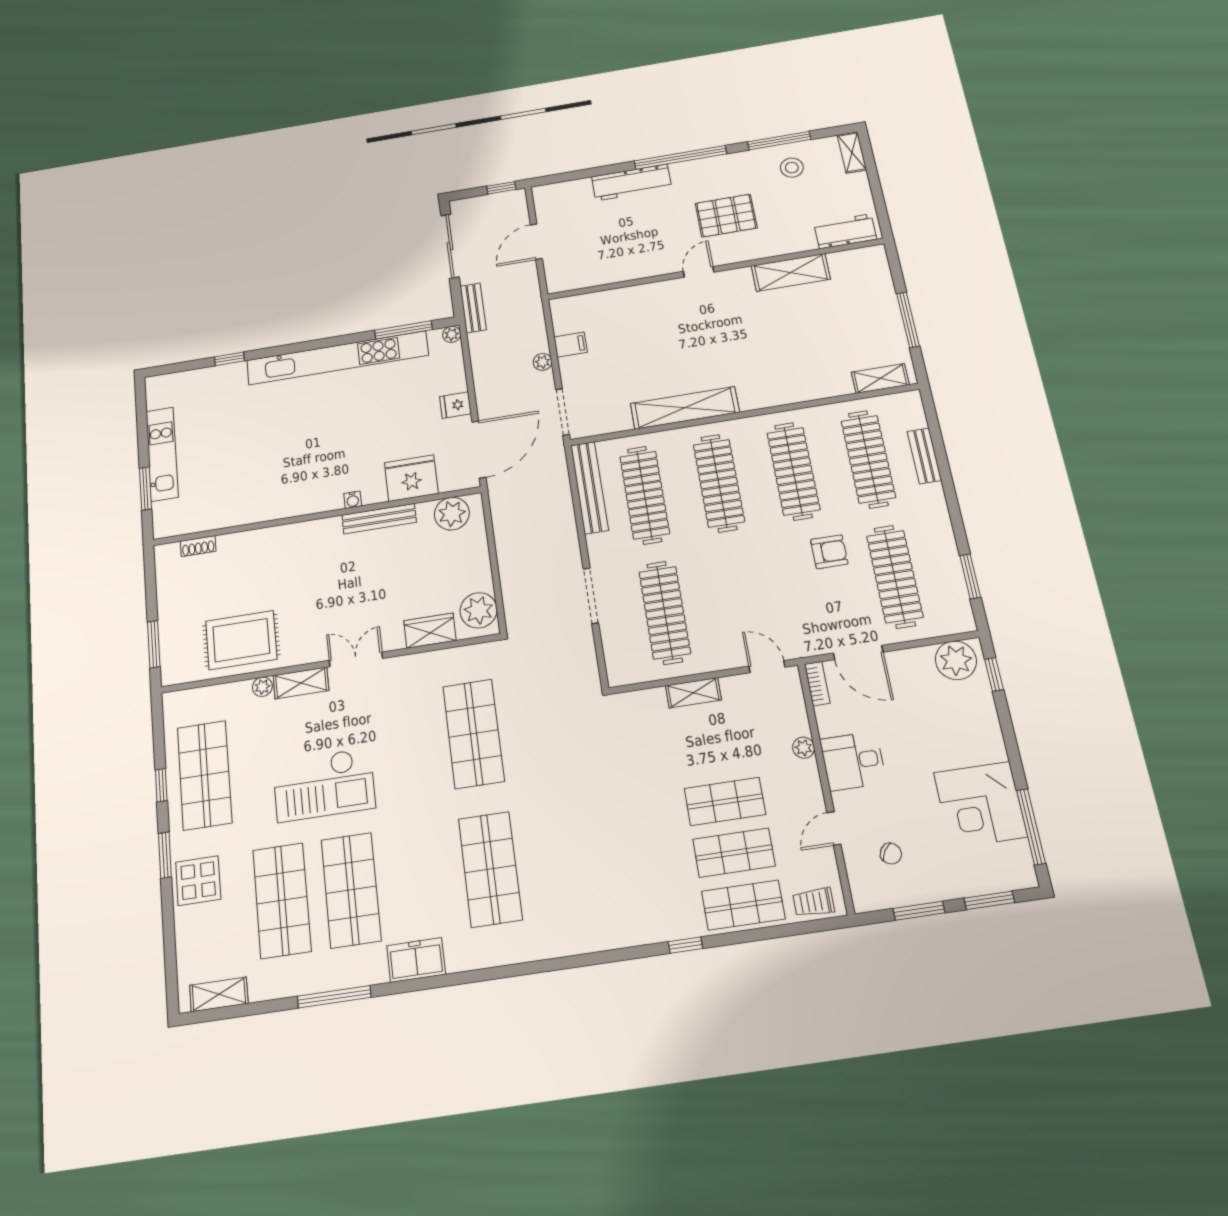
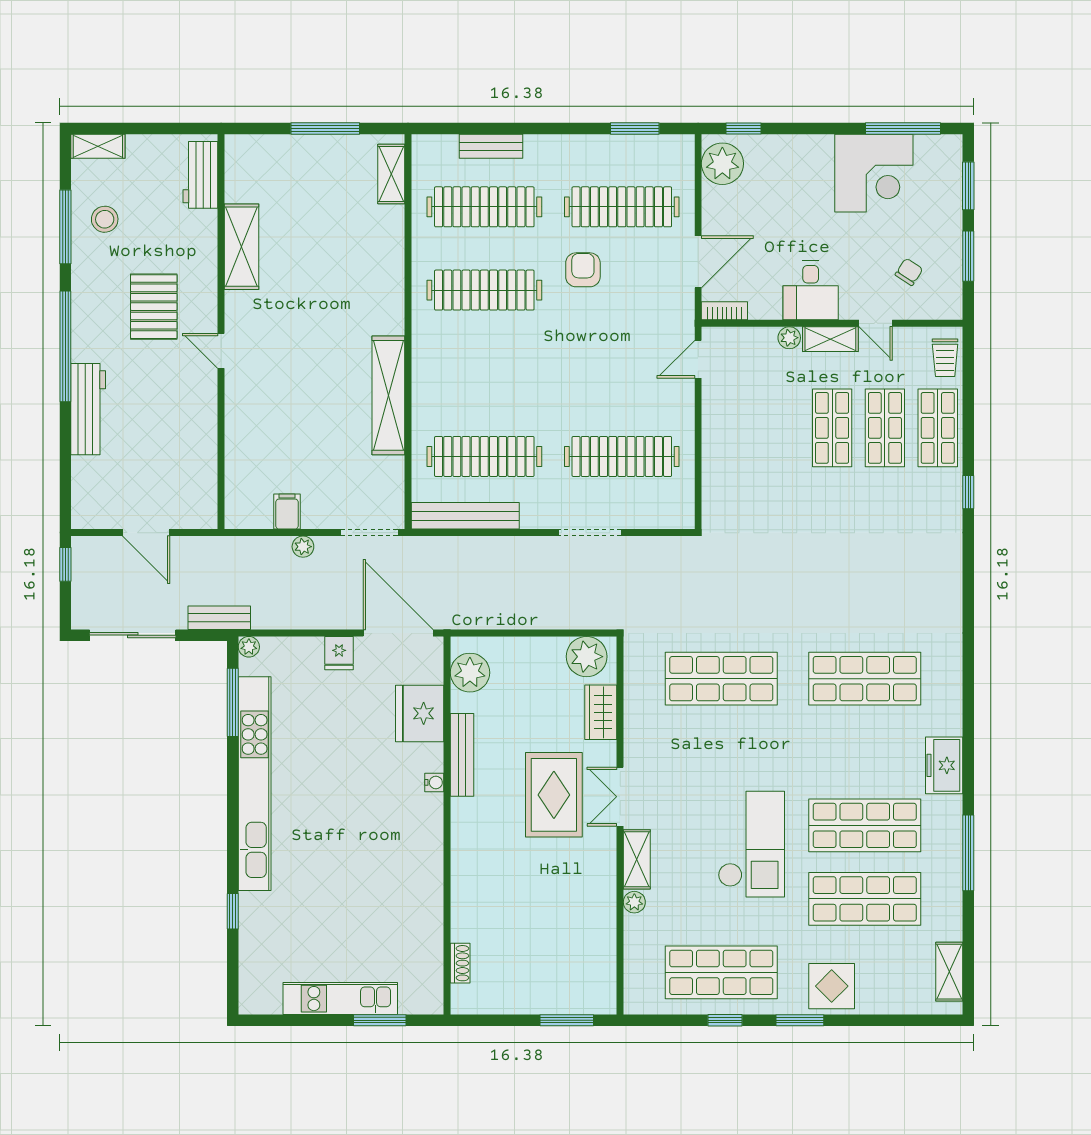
clothes rail: (719, 483) -> (484, 373), removed
rug: (241, 640) -> (554, 795), moved
shelving: (693, 693) -> (830, 339), moved, turned 90

